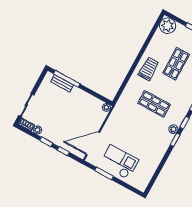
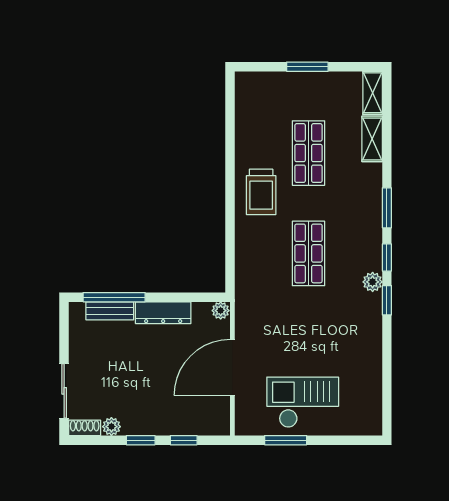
plant: (168, 26) -> (252, 89), removed
trolley: (149, 69) -> (261, 192), turned 180
dresser: (83, 96) -> (163, 313), added
shop shelf: (154, 104) -> (308, 253), turned 90
door: (93, 143) -> (232, 367), moved

